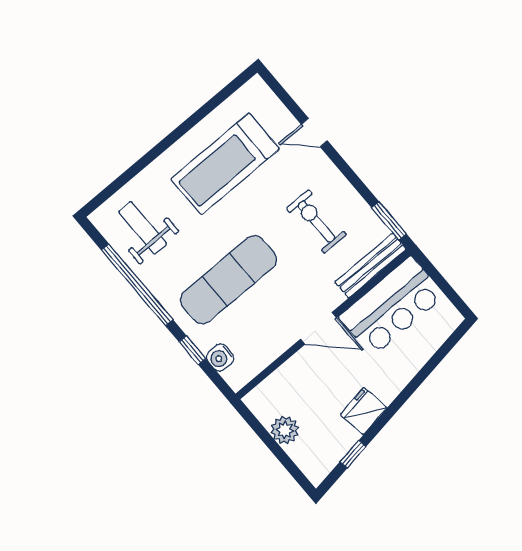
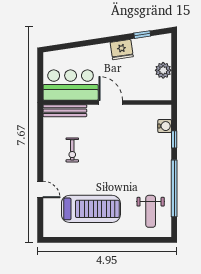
window: (389, 221) -> (40, 123), removed
exercise bike: (316, 222) -> (72, 150), width x0.73, depth x0.72
exercise mat: (228, 280) -> (132, 157), removed

